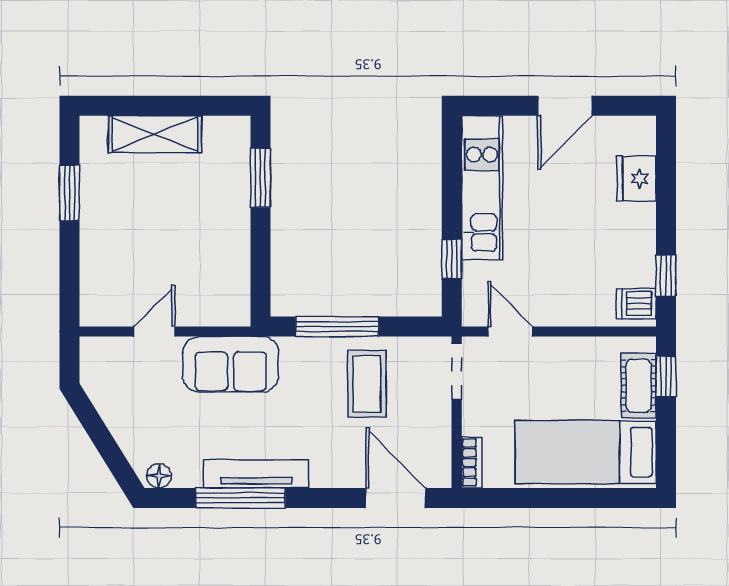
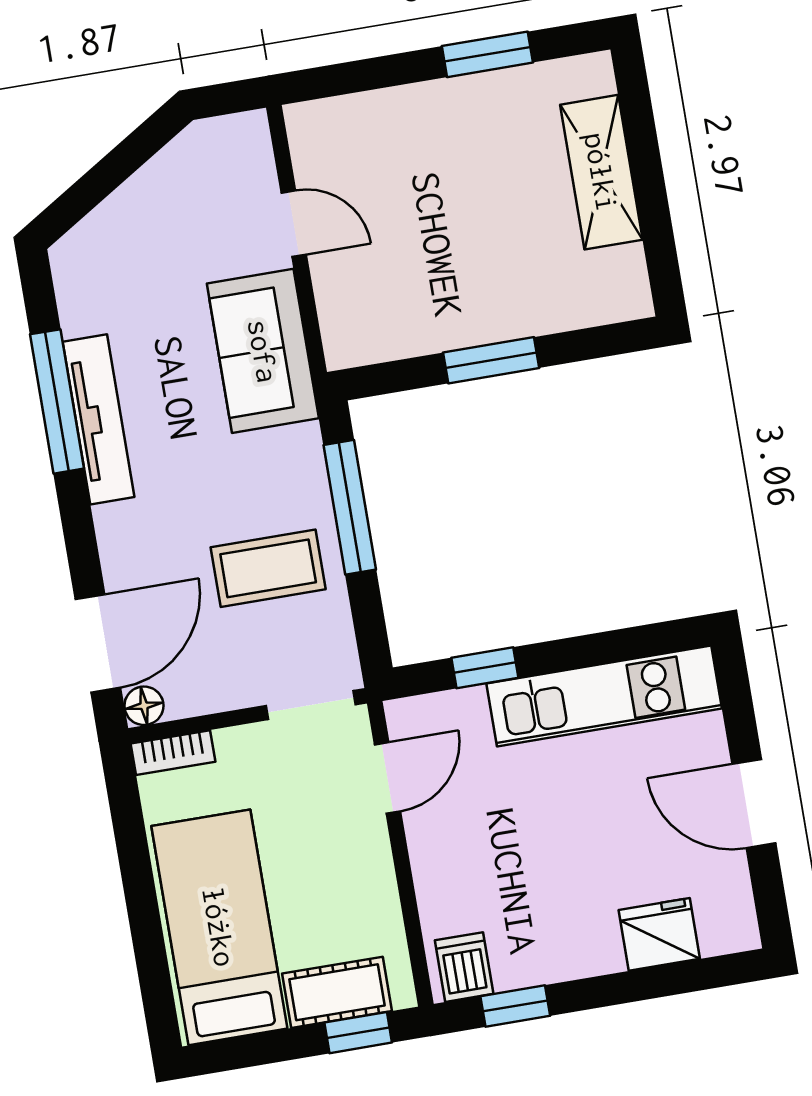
window: (261, 178) -> (491, 360), moved
floor lamp: (159, 476) -> (144, 706), moved

